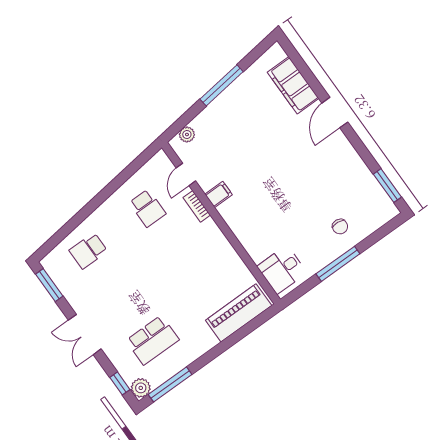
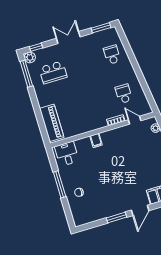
door: (335, 113) -> (140, 210), swing flipped
window: (387, 186) -> (116, 218), moved
filing cabinet: (219, 194) -> (96, 140), moved
school desk: (148, 208) -> (124, 94), turned 90
school desk: (152, 340) -> (53, 72), turned -90

